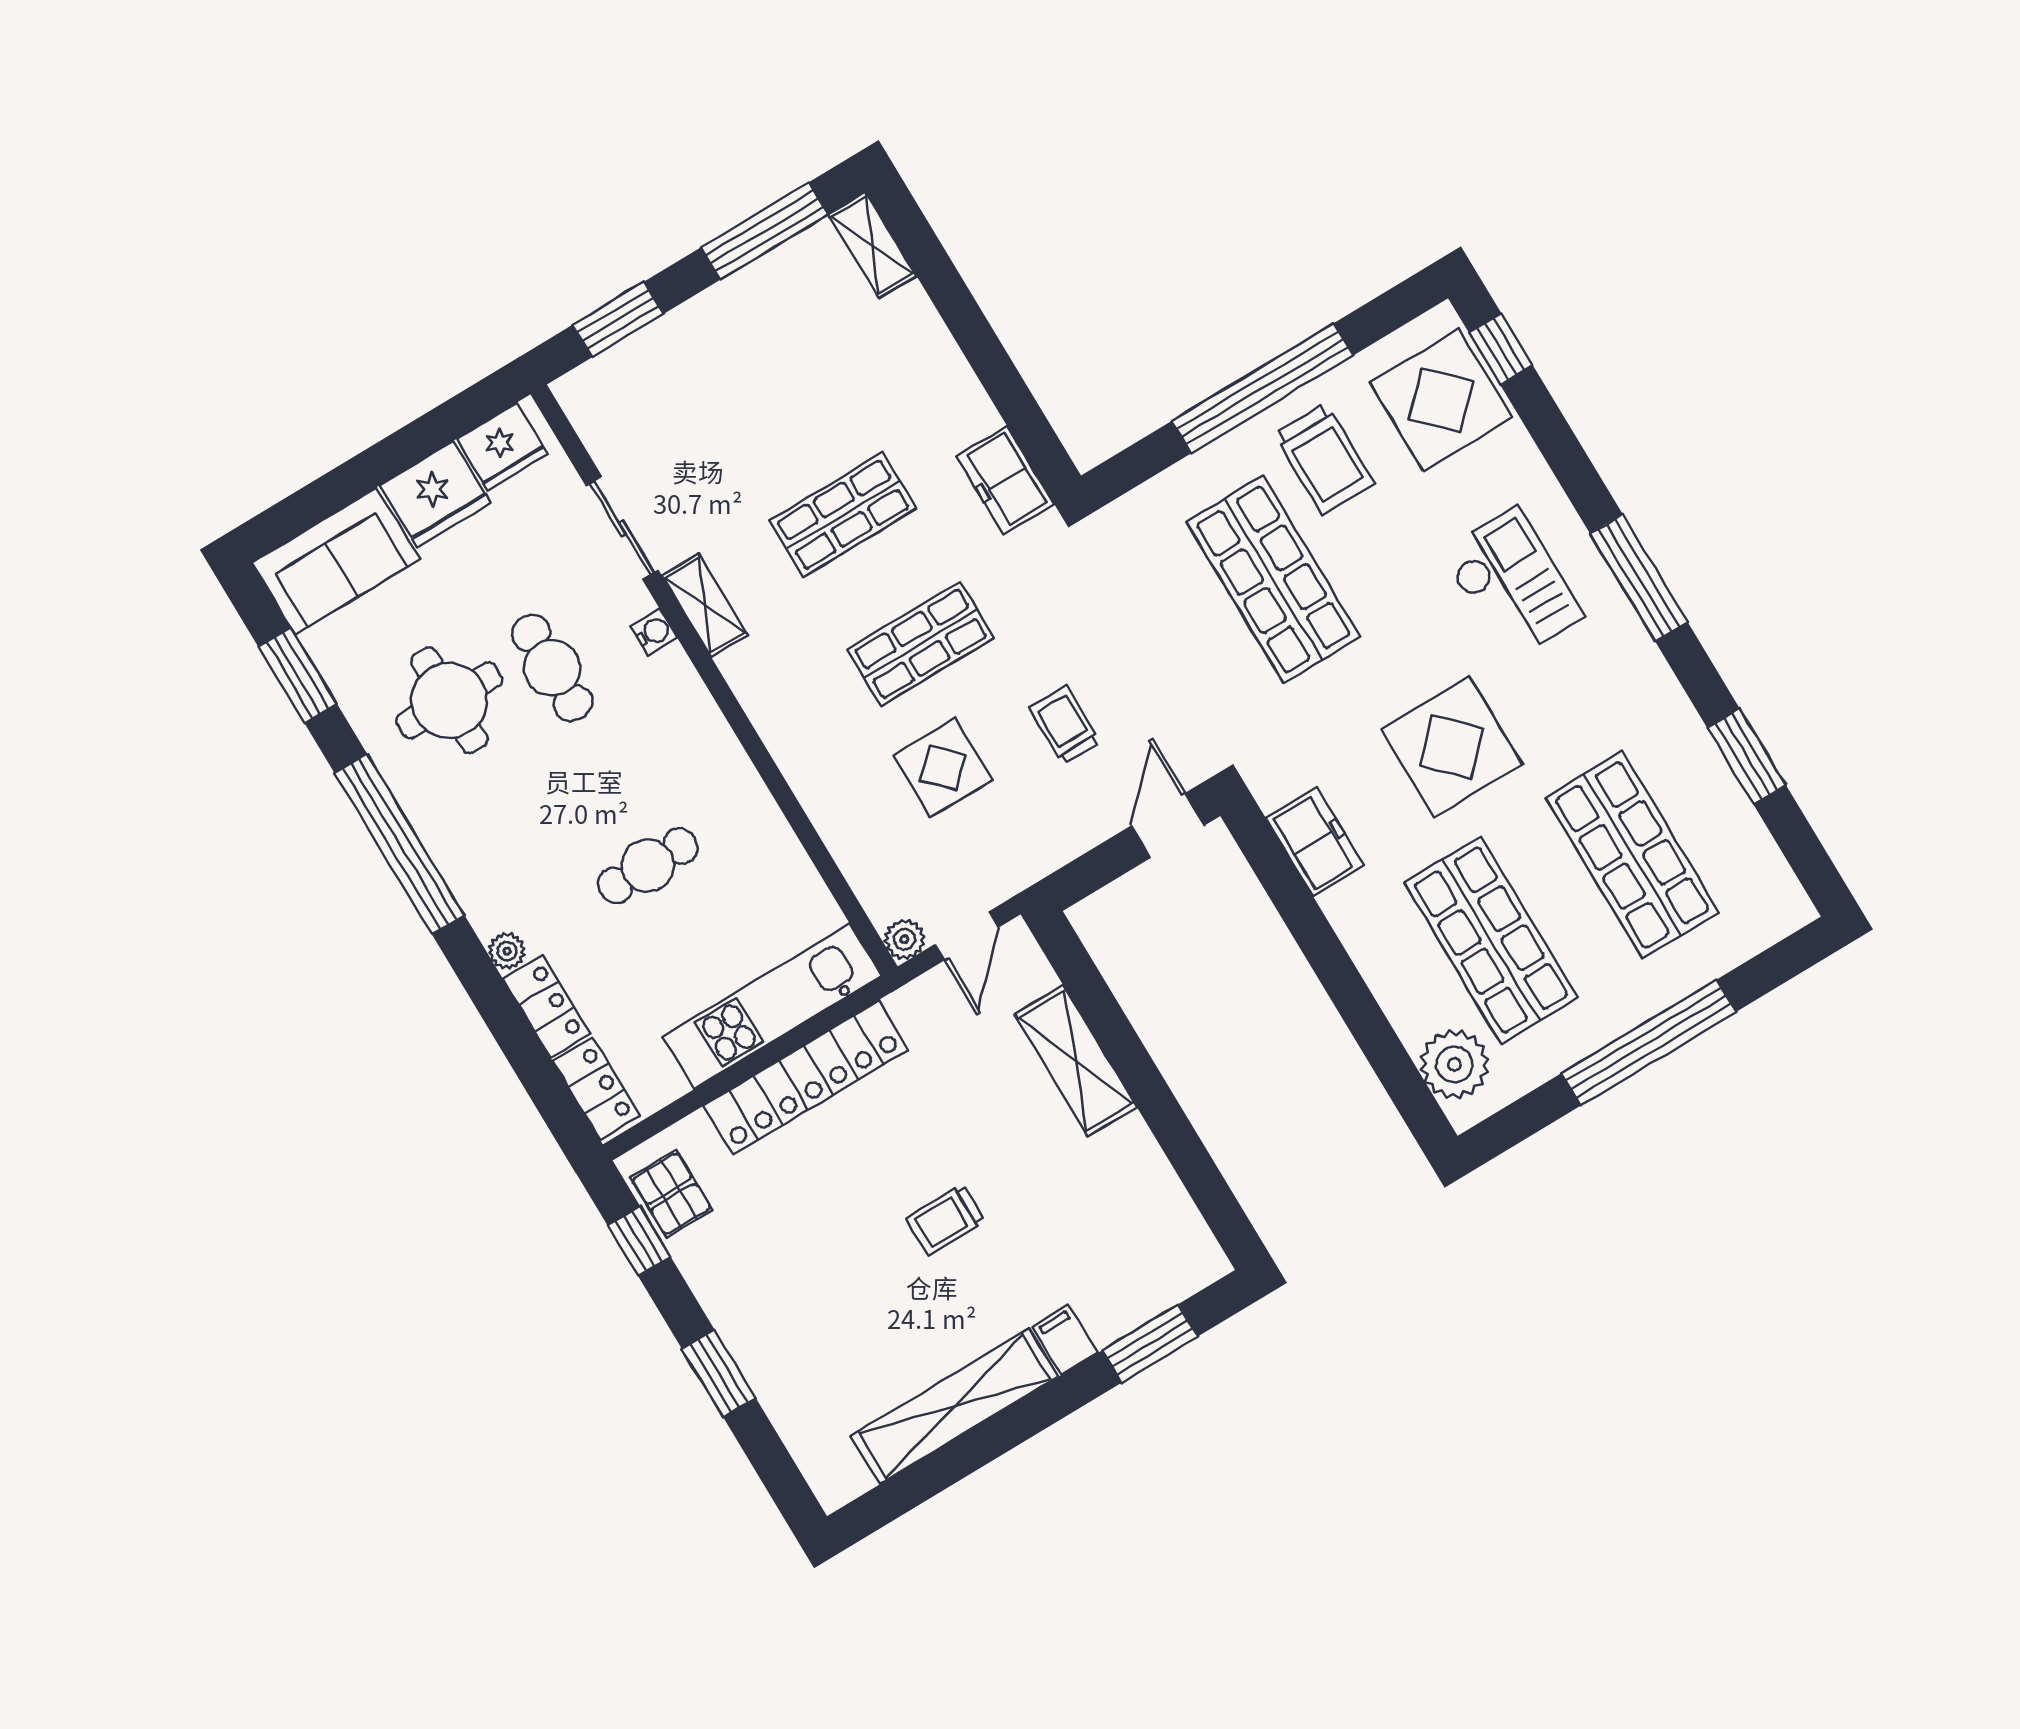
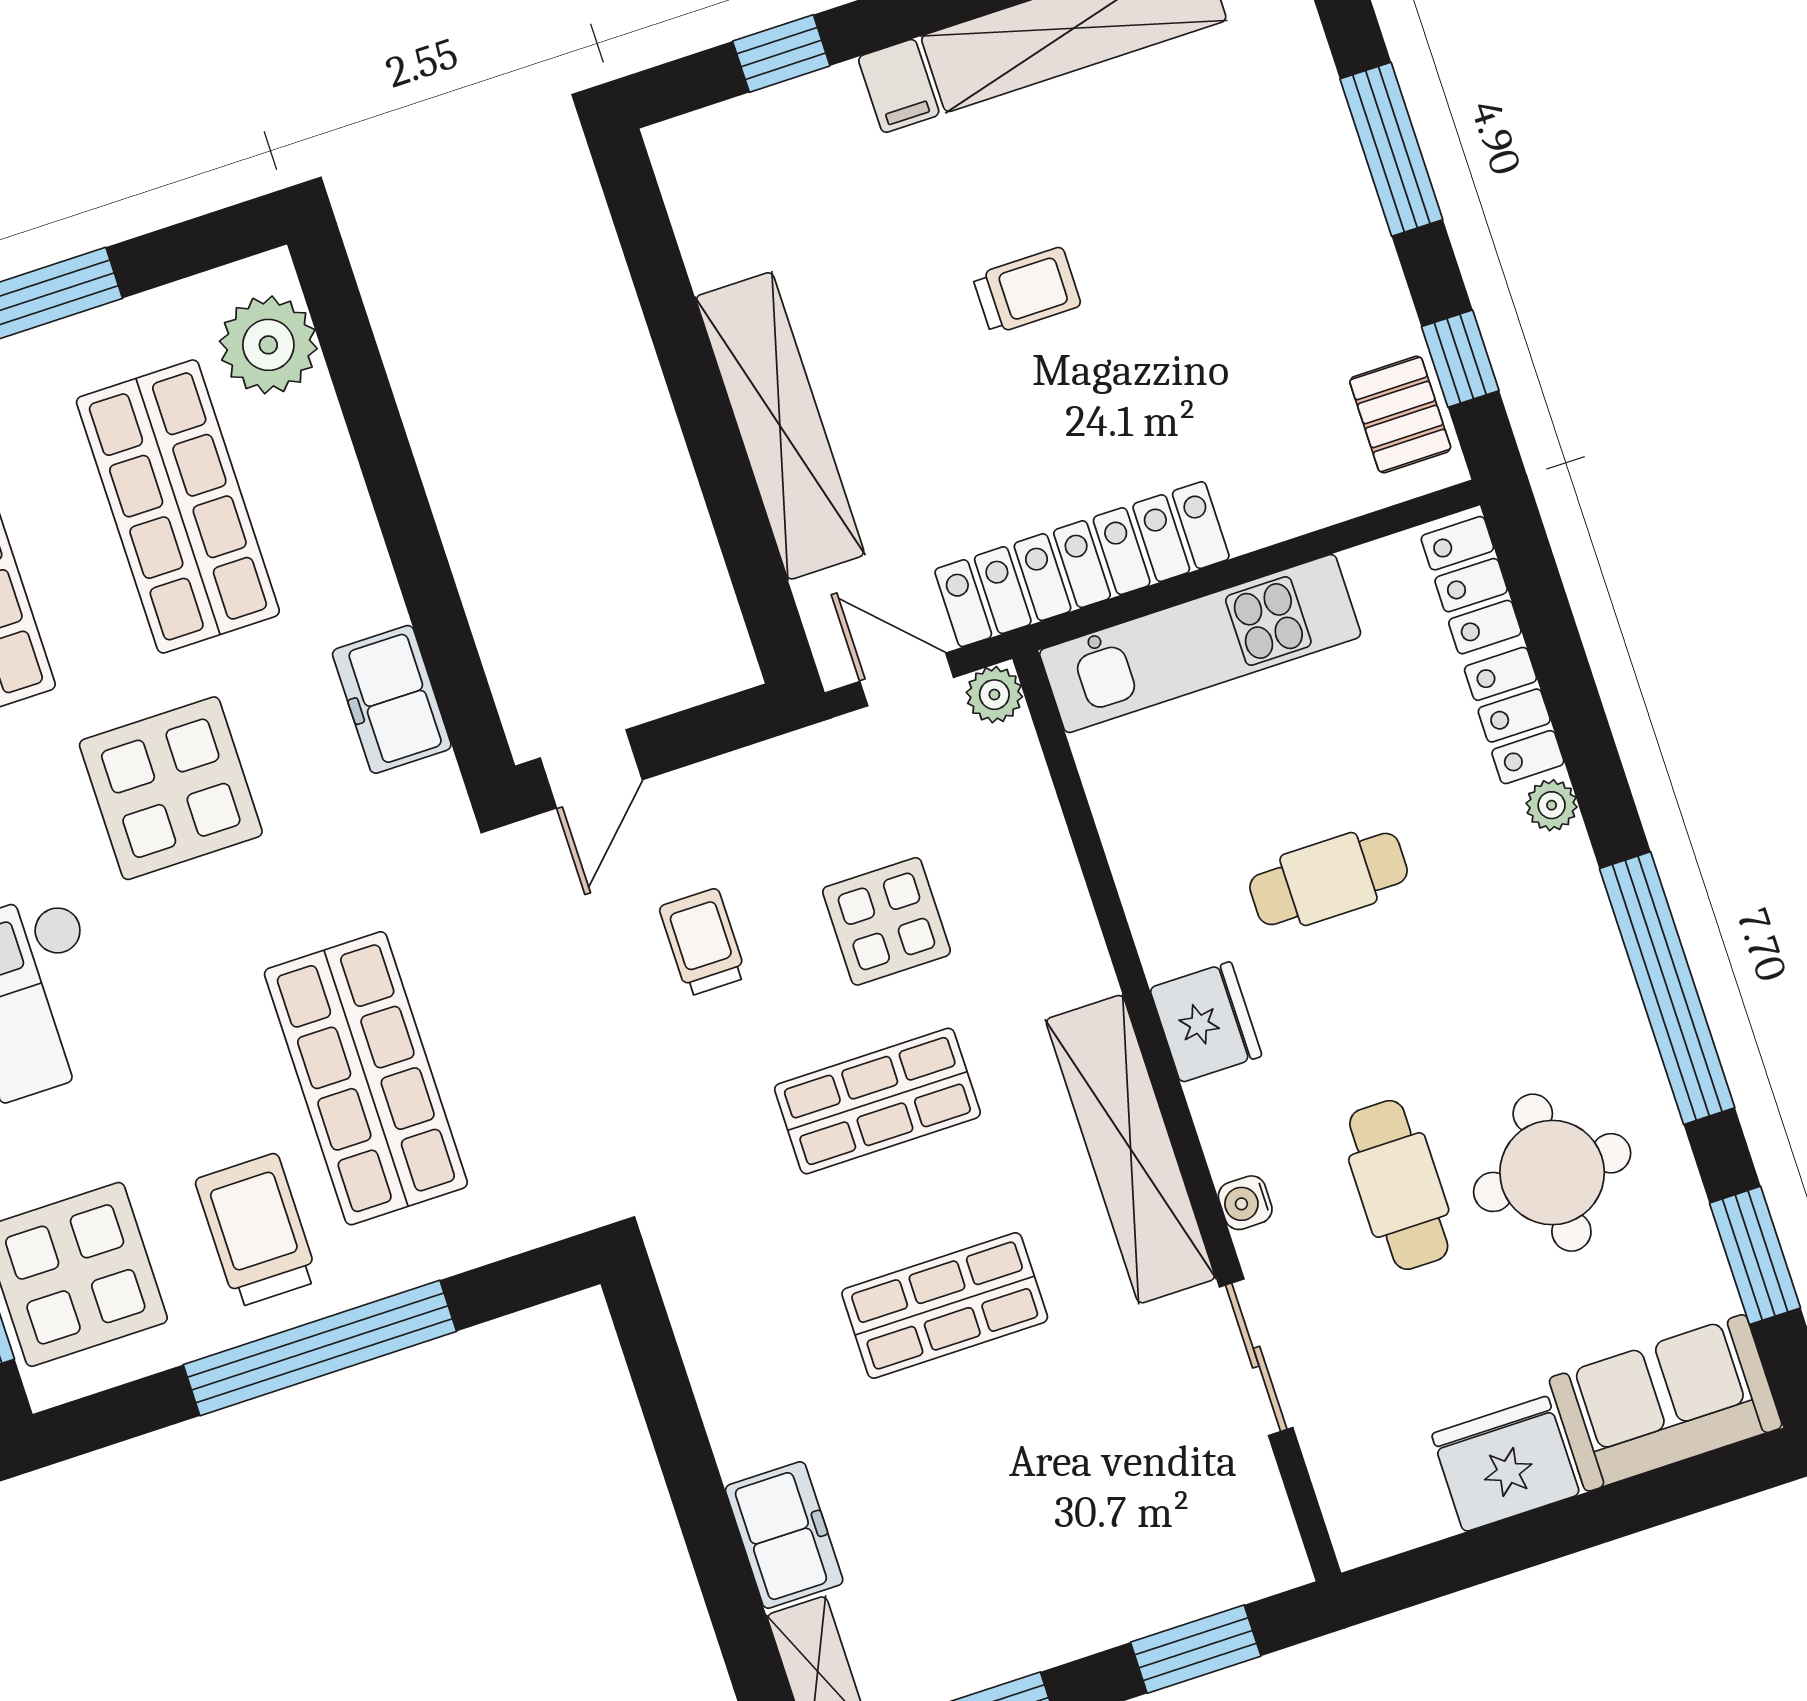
fridge: (502, 447) -> (1206, 1022), moved, turned 90
freezer: (1005, 480) -> (784, 1535), moved
shelving: (705, 605) -> (1131, 1149), width x2.20, depth x1.33
trolley: (1065, 725) -> (703, 942), turned 180
door: (967, 936) -> (907, 679), hinge flipped
shelving: (1076, 1061) -> (780, 426), width x1.47
locker: (806, 1078) -> (1082, 564), moved
window: (1150, 1343) -> (781, 53), width x0.67
window: (719, 1373) -> (1391, 149), width x1.44

